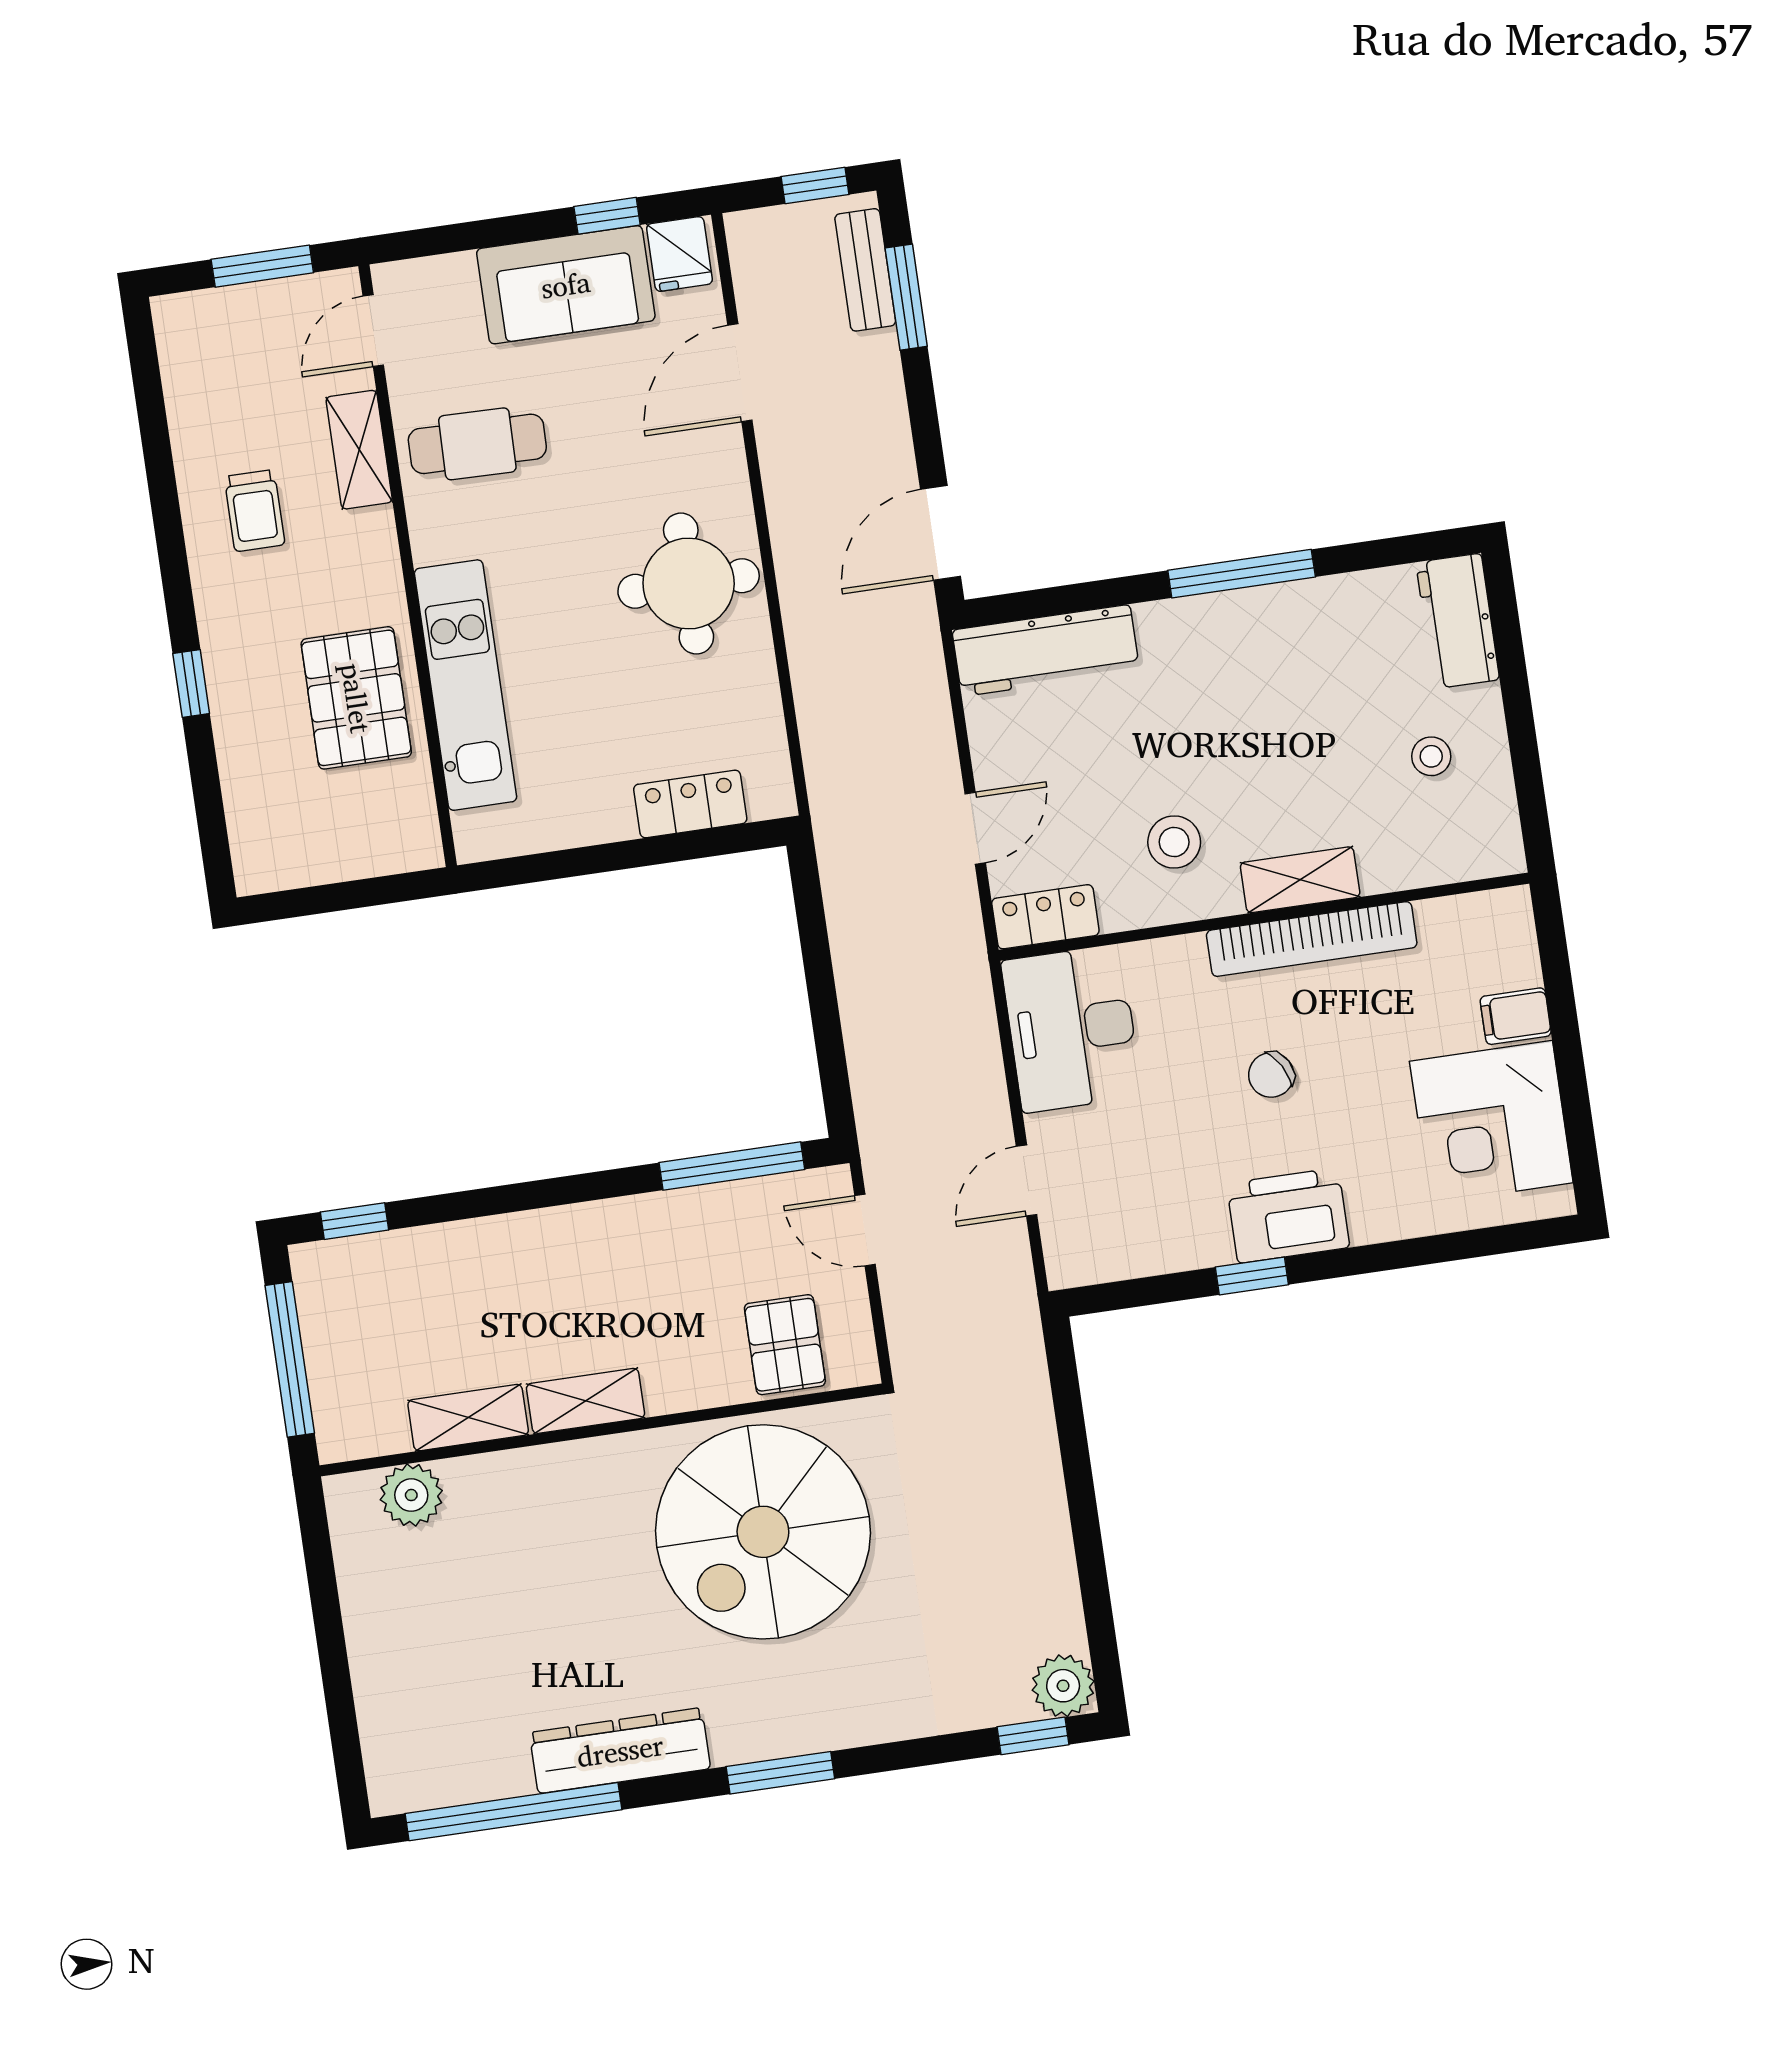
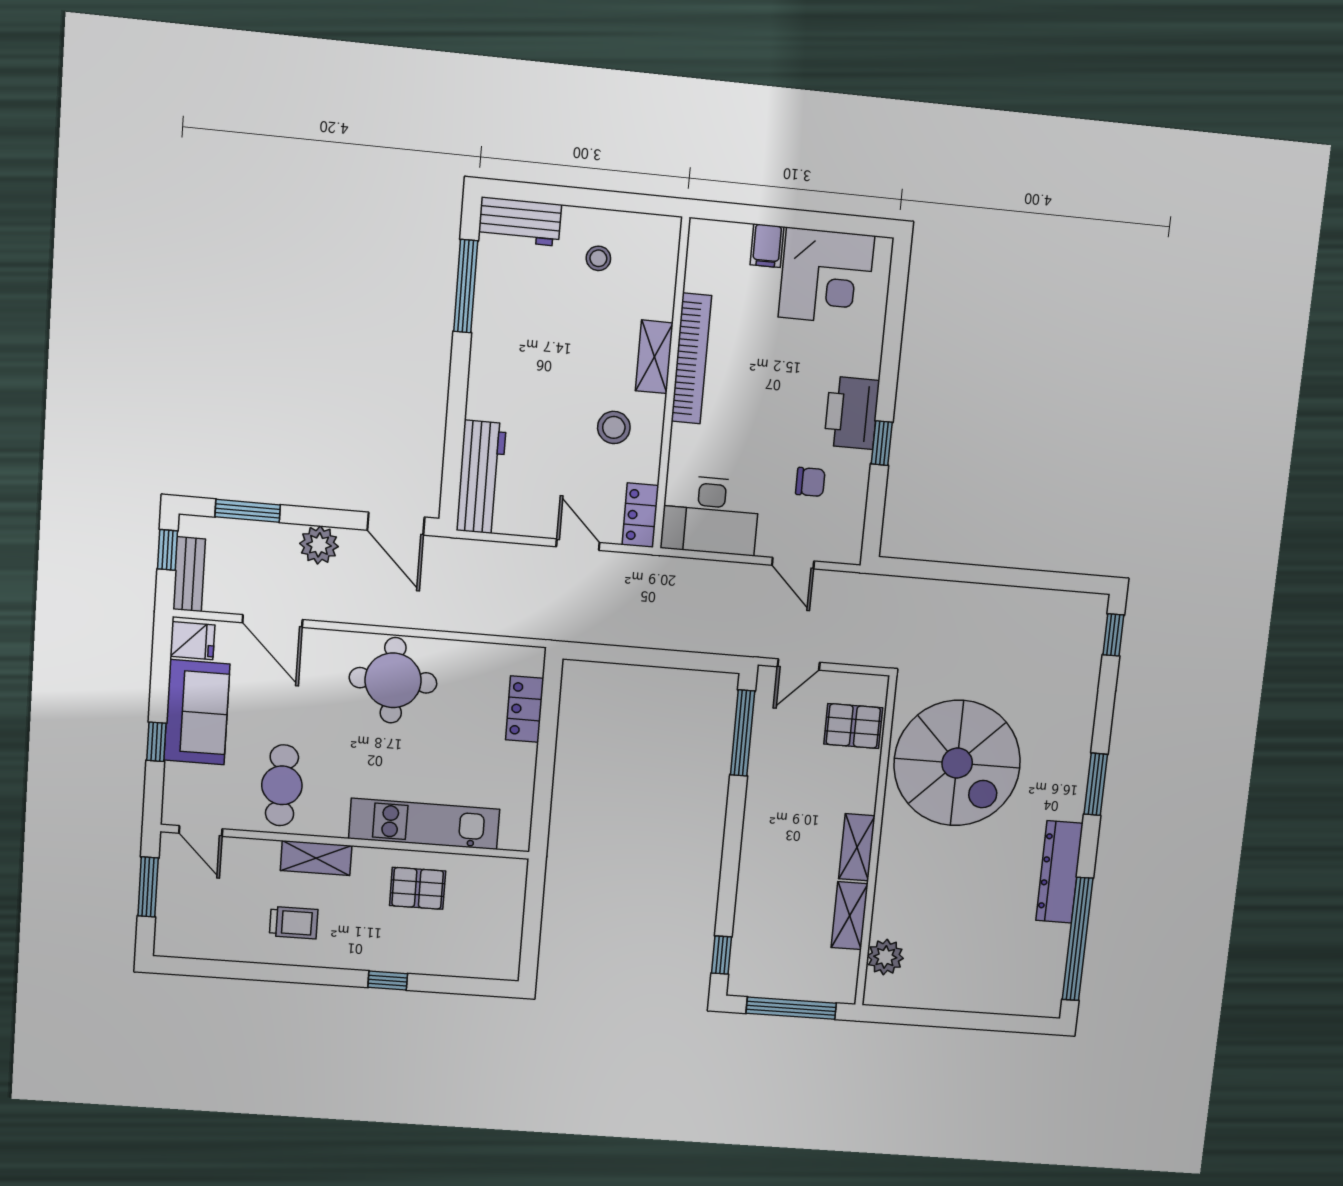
window: (607, 216) -> (156, 742), moved
bench: (865, 270) -> (189, 574), moved, turned 90
shelving: (359, 450) -> (316, 858), moved
window: (1242, 574) -> (466, 286), moved
pallet: (356, 698) -> (418, 888), width x0.67, depth x0.71
chair: (1271, 1075) -> (810, 482), moved, turned -60
plant: (1063, 1686) -> (319, 545), moved

